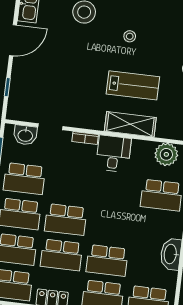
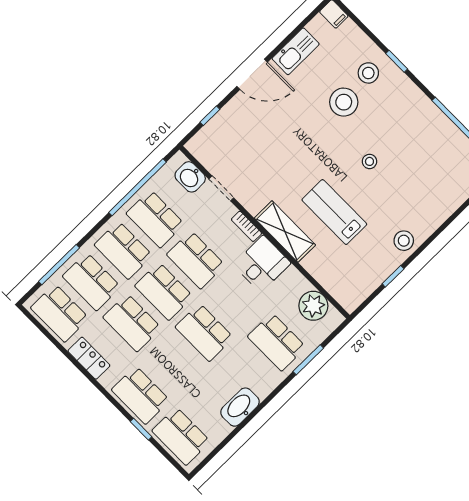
lab bench: (133, 85) -> (334, 212), turned 180
shelving: (130, 124) -> (285, 232), moved
school desk: (70, 184) -> (196, 260), added
school desk: (107, 261) -> (204, 332), moved

